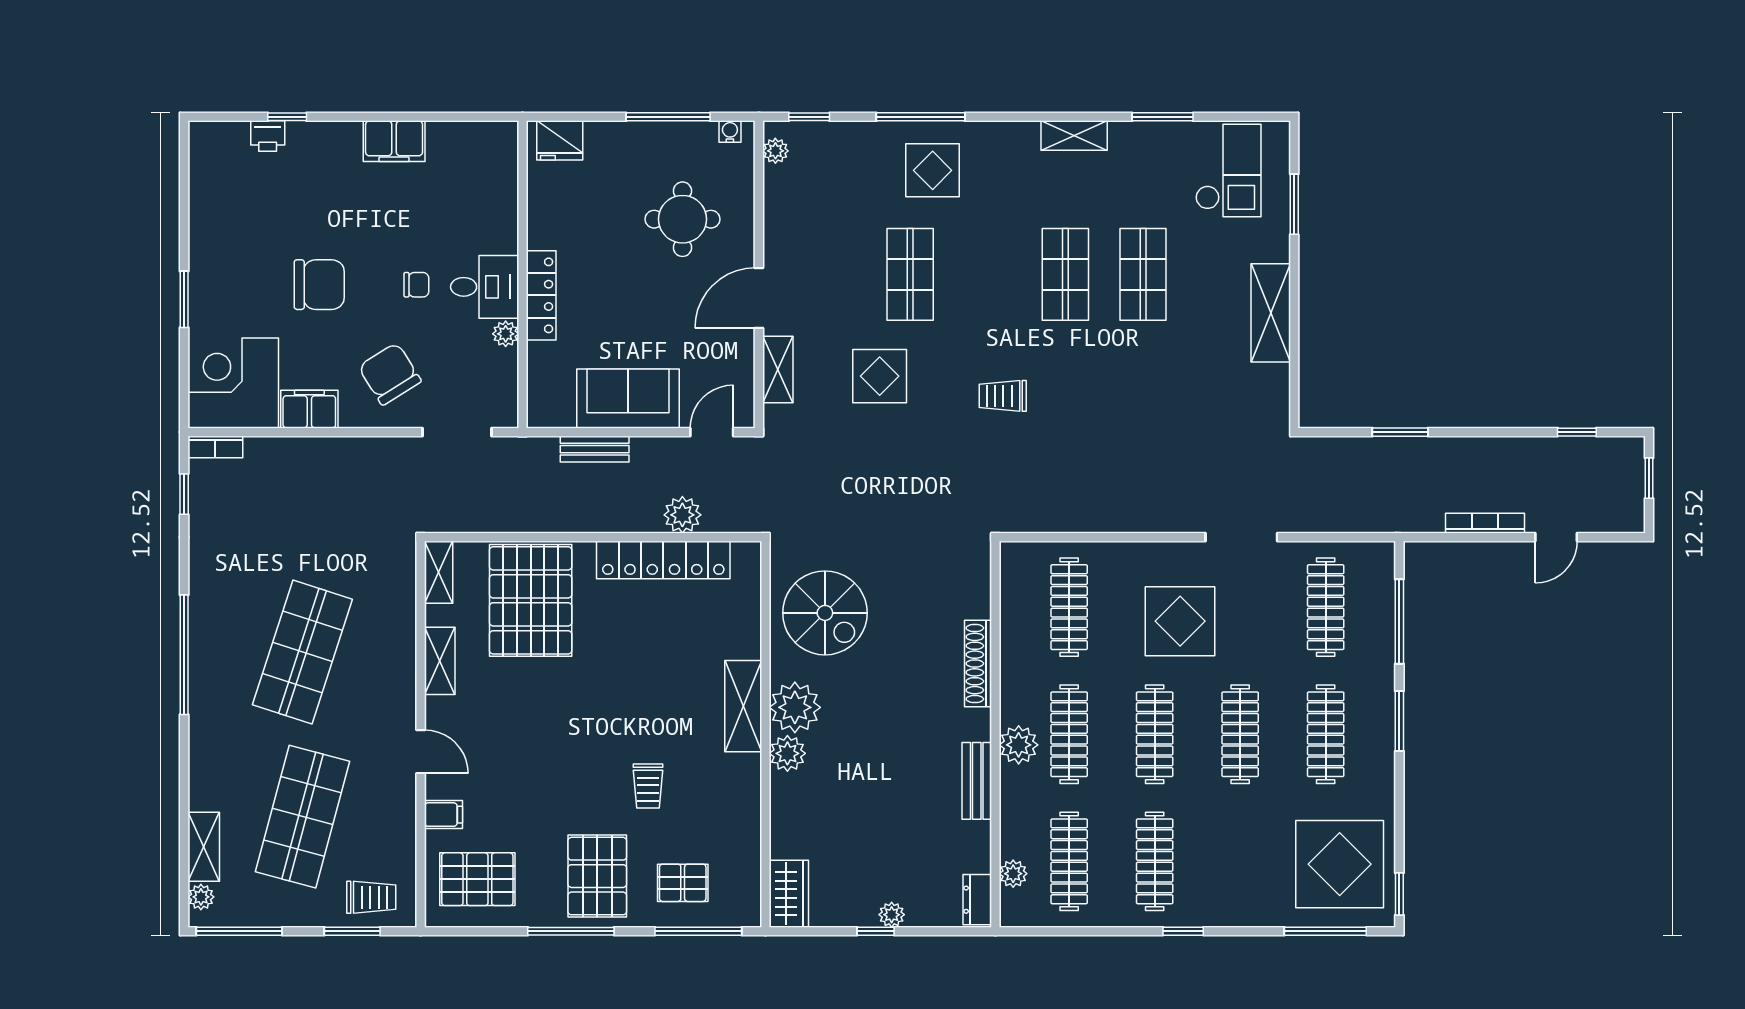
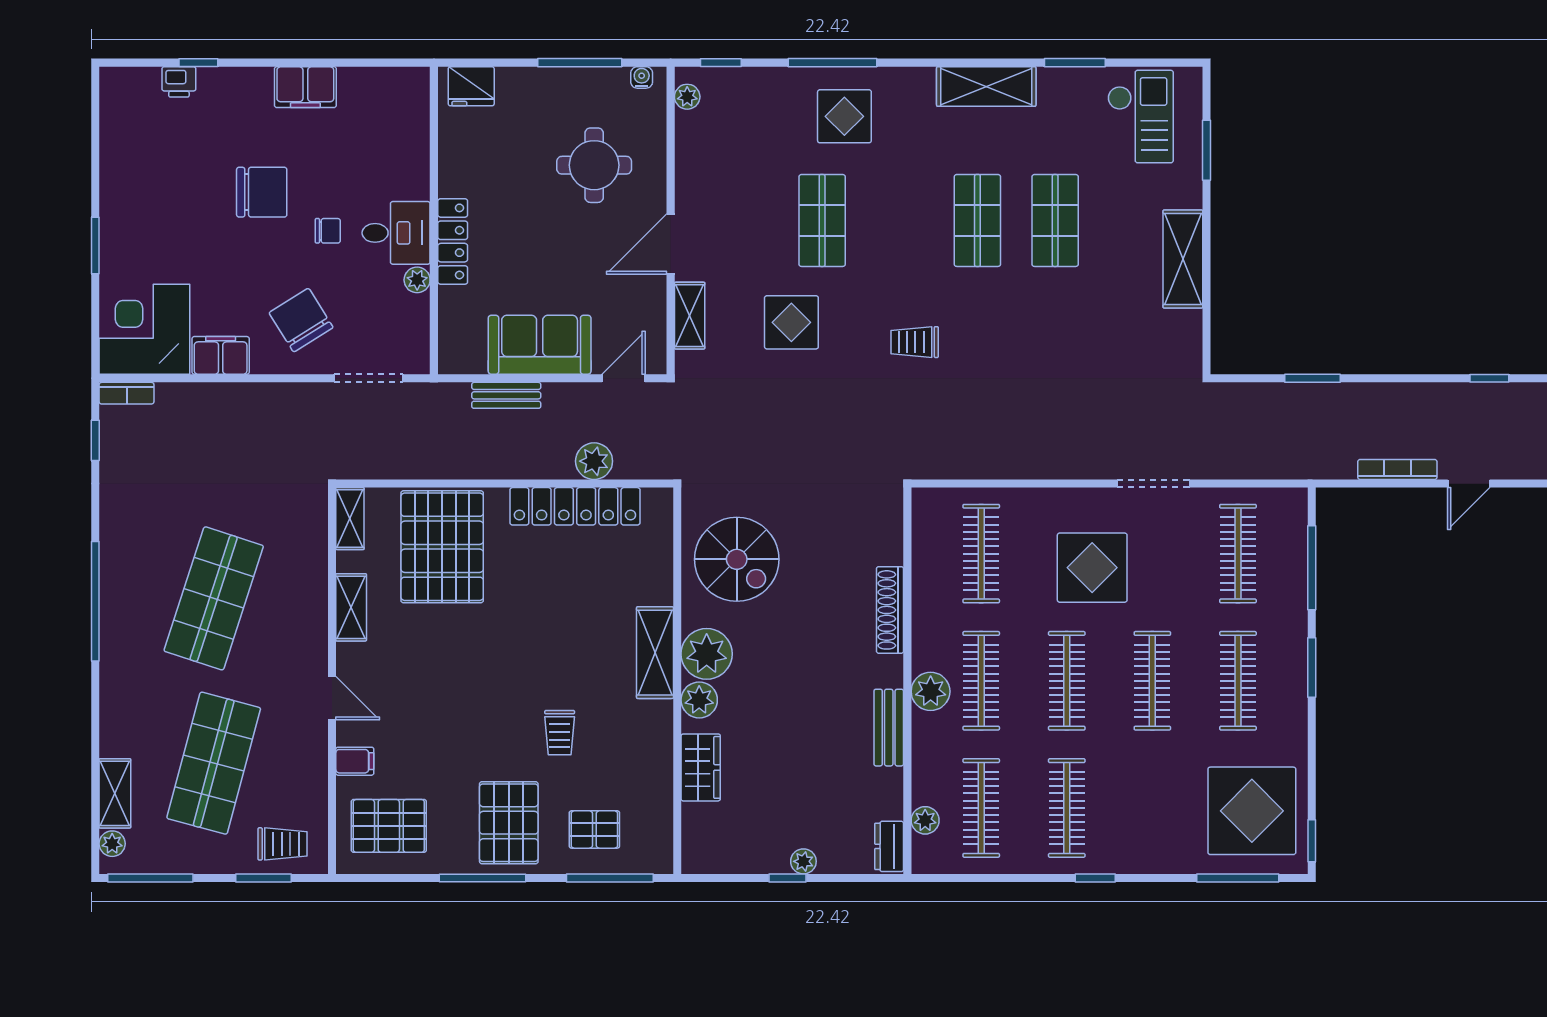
shelving: (1074, 136) -> (986, 86), width x1.50, depth x1.33
chair: (319, 285) -> (262, 192), moved
wardrobe: (789, 894) -> (701, 767), moved

